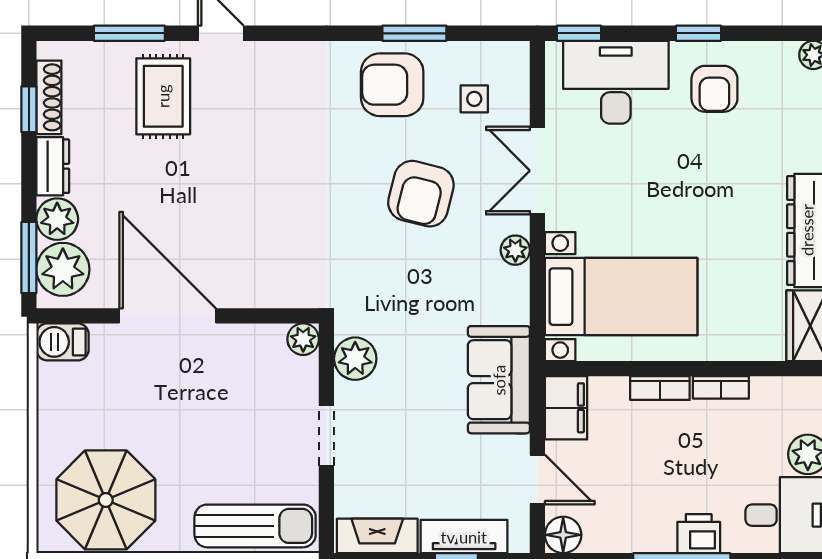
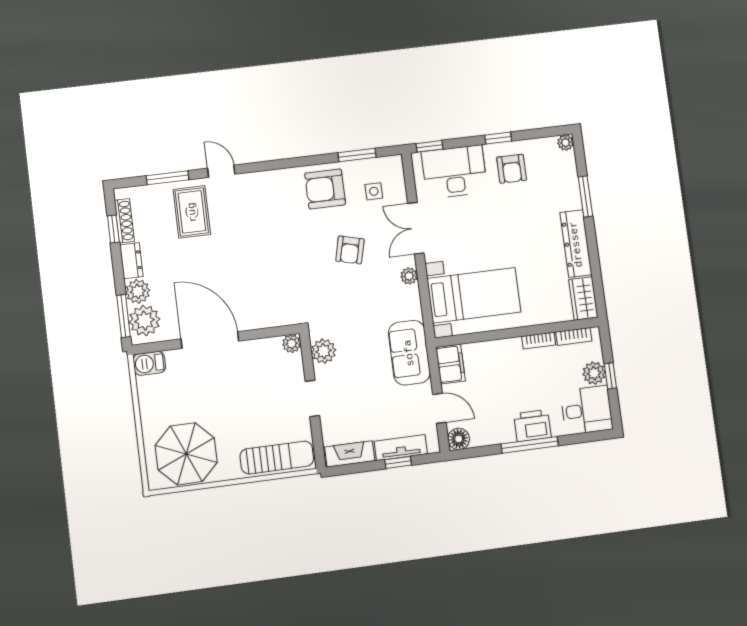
window: (414, 33) -> (357, 155), moved
armchair: (421, 194) -> (350, 250), width x0.72, depth x0.72
bookcase: (660, 388) -> (574, 336), moved
printer: (699, 534) -> (532, 426), width x1.36, depth x1.24

